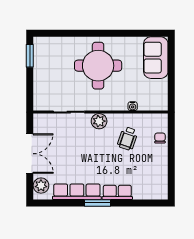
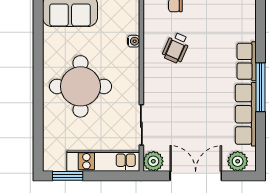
kitchen unit: (41, 83) -> (103, 161), added
plant: (99, 121) -> (153, 161), moved
wheelchair: (128, 139) -> (176, 48), turned 95
window: (98, 203) -> (260, 87), width x1.44

